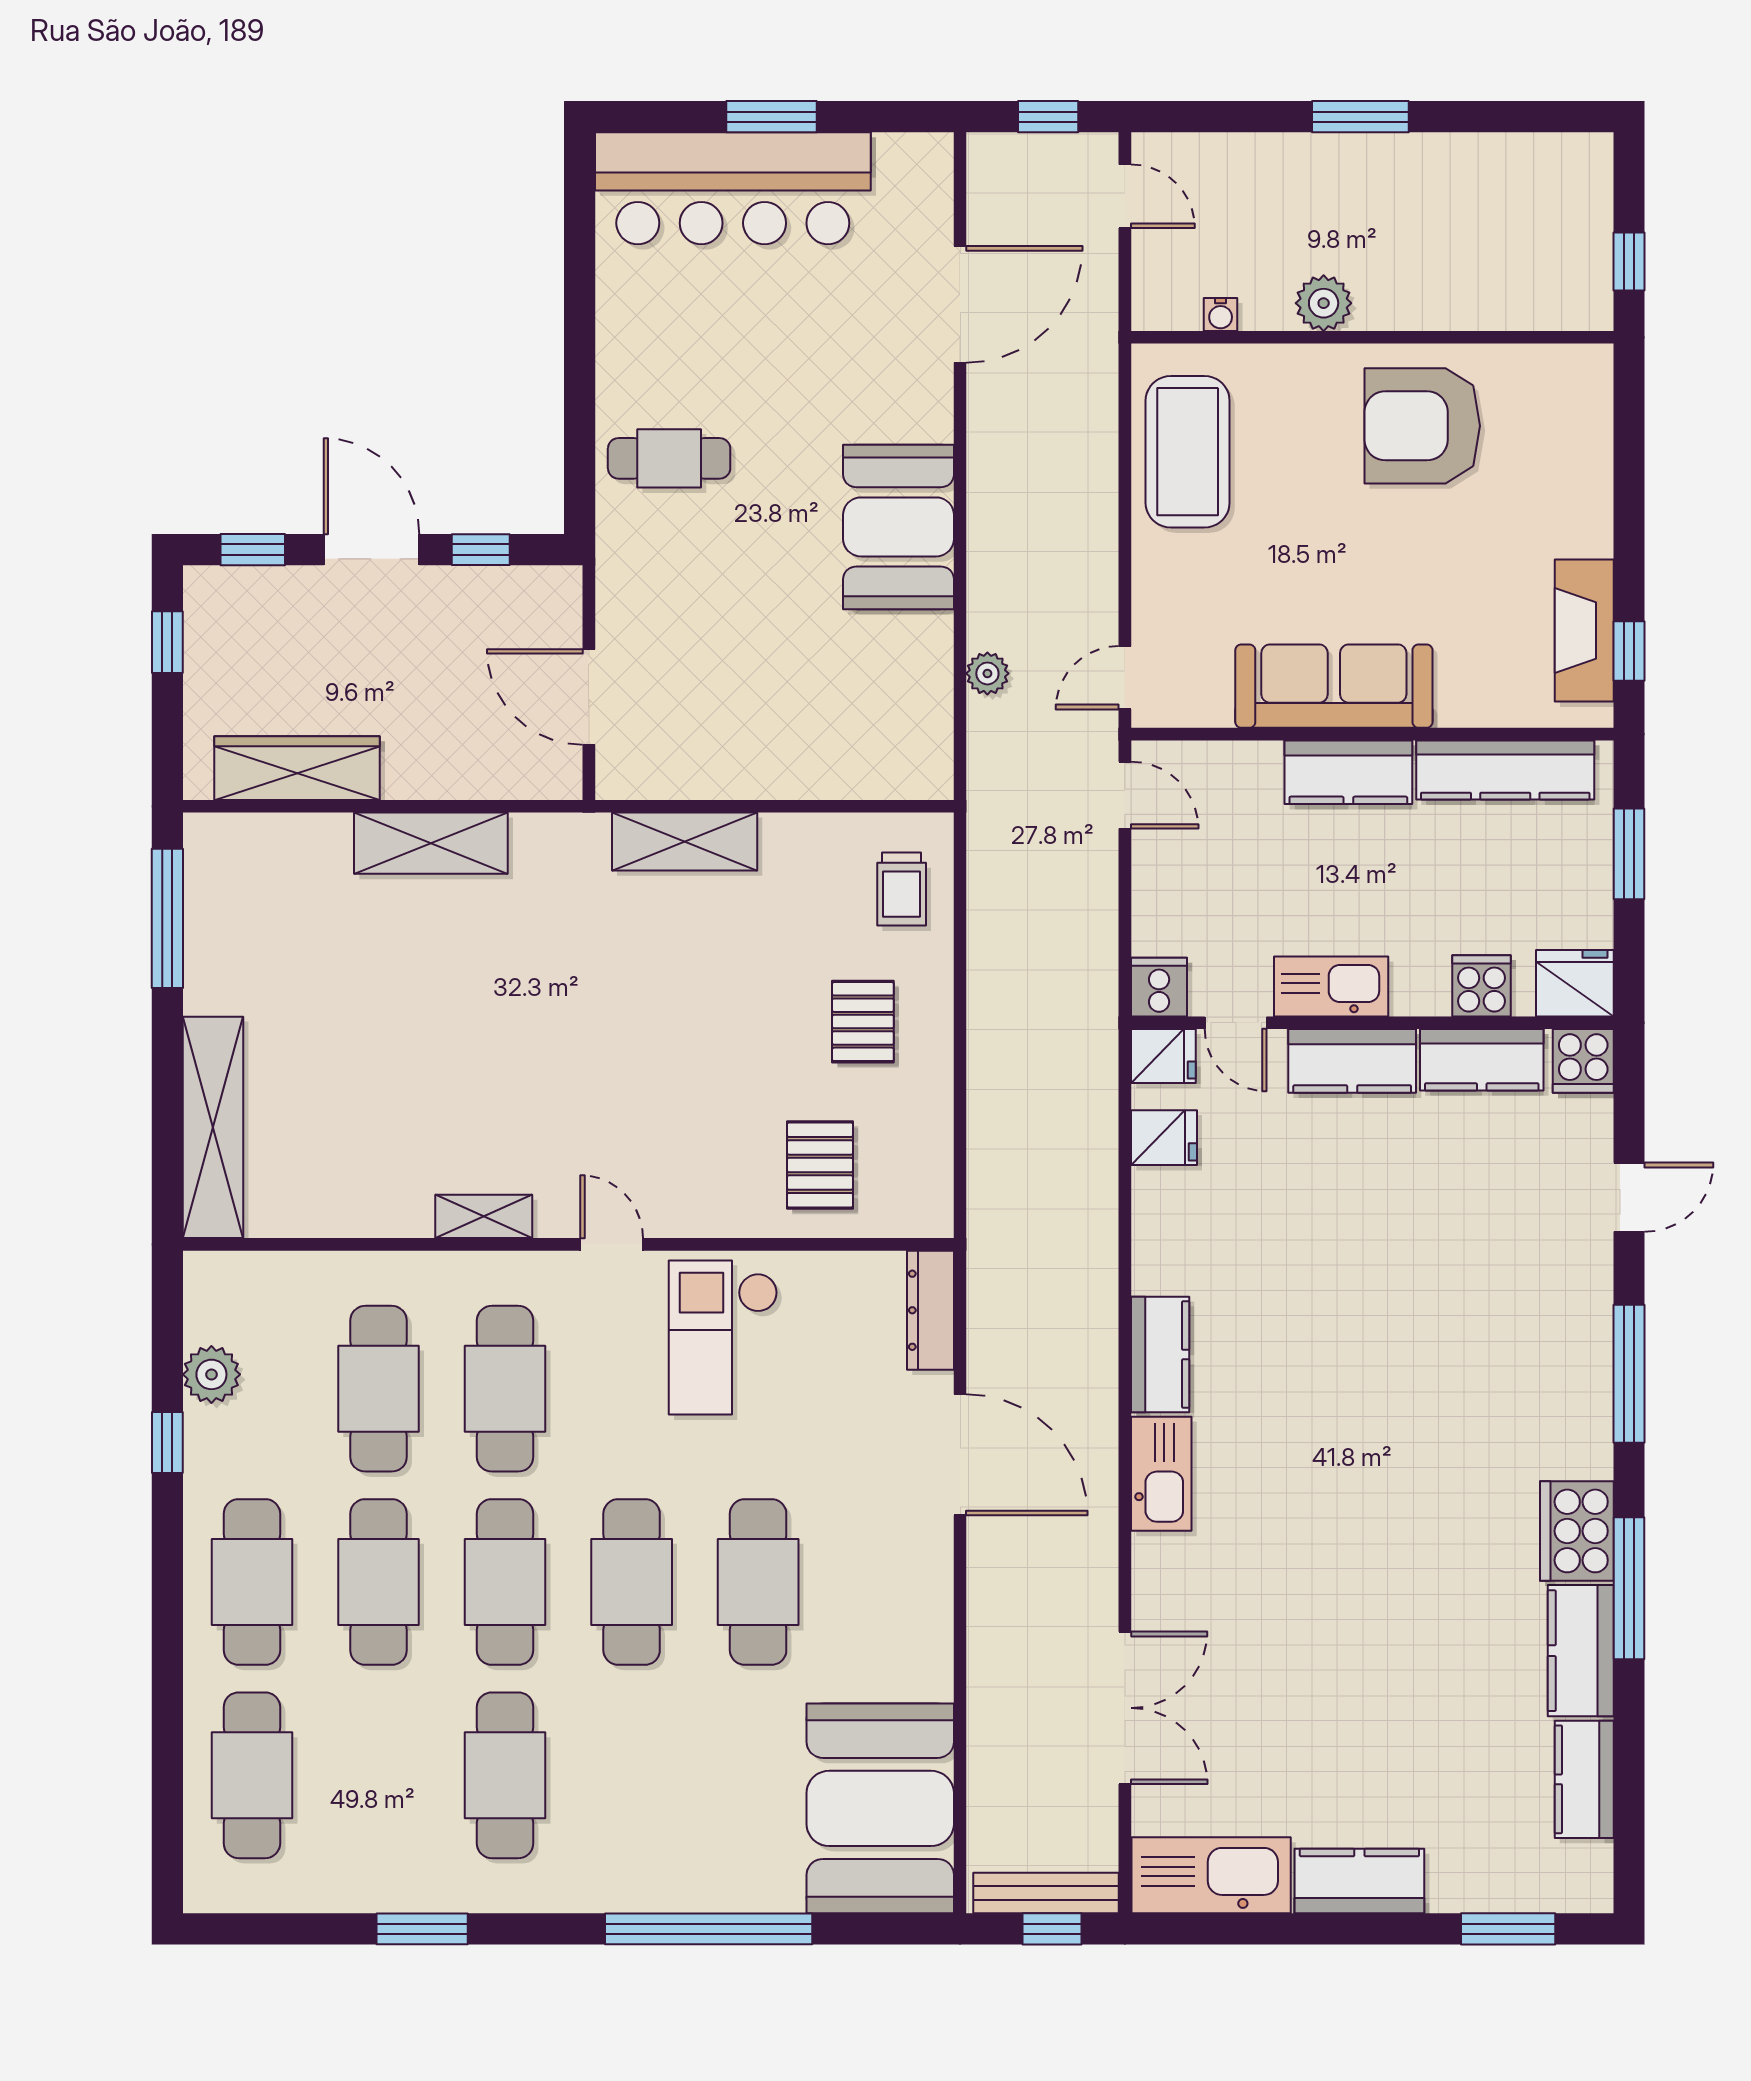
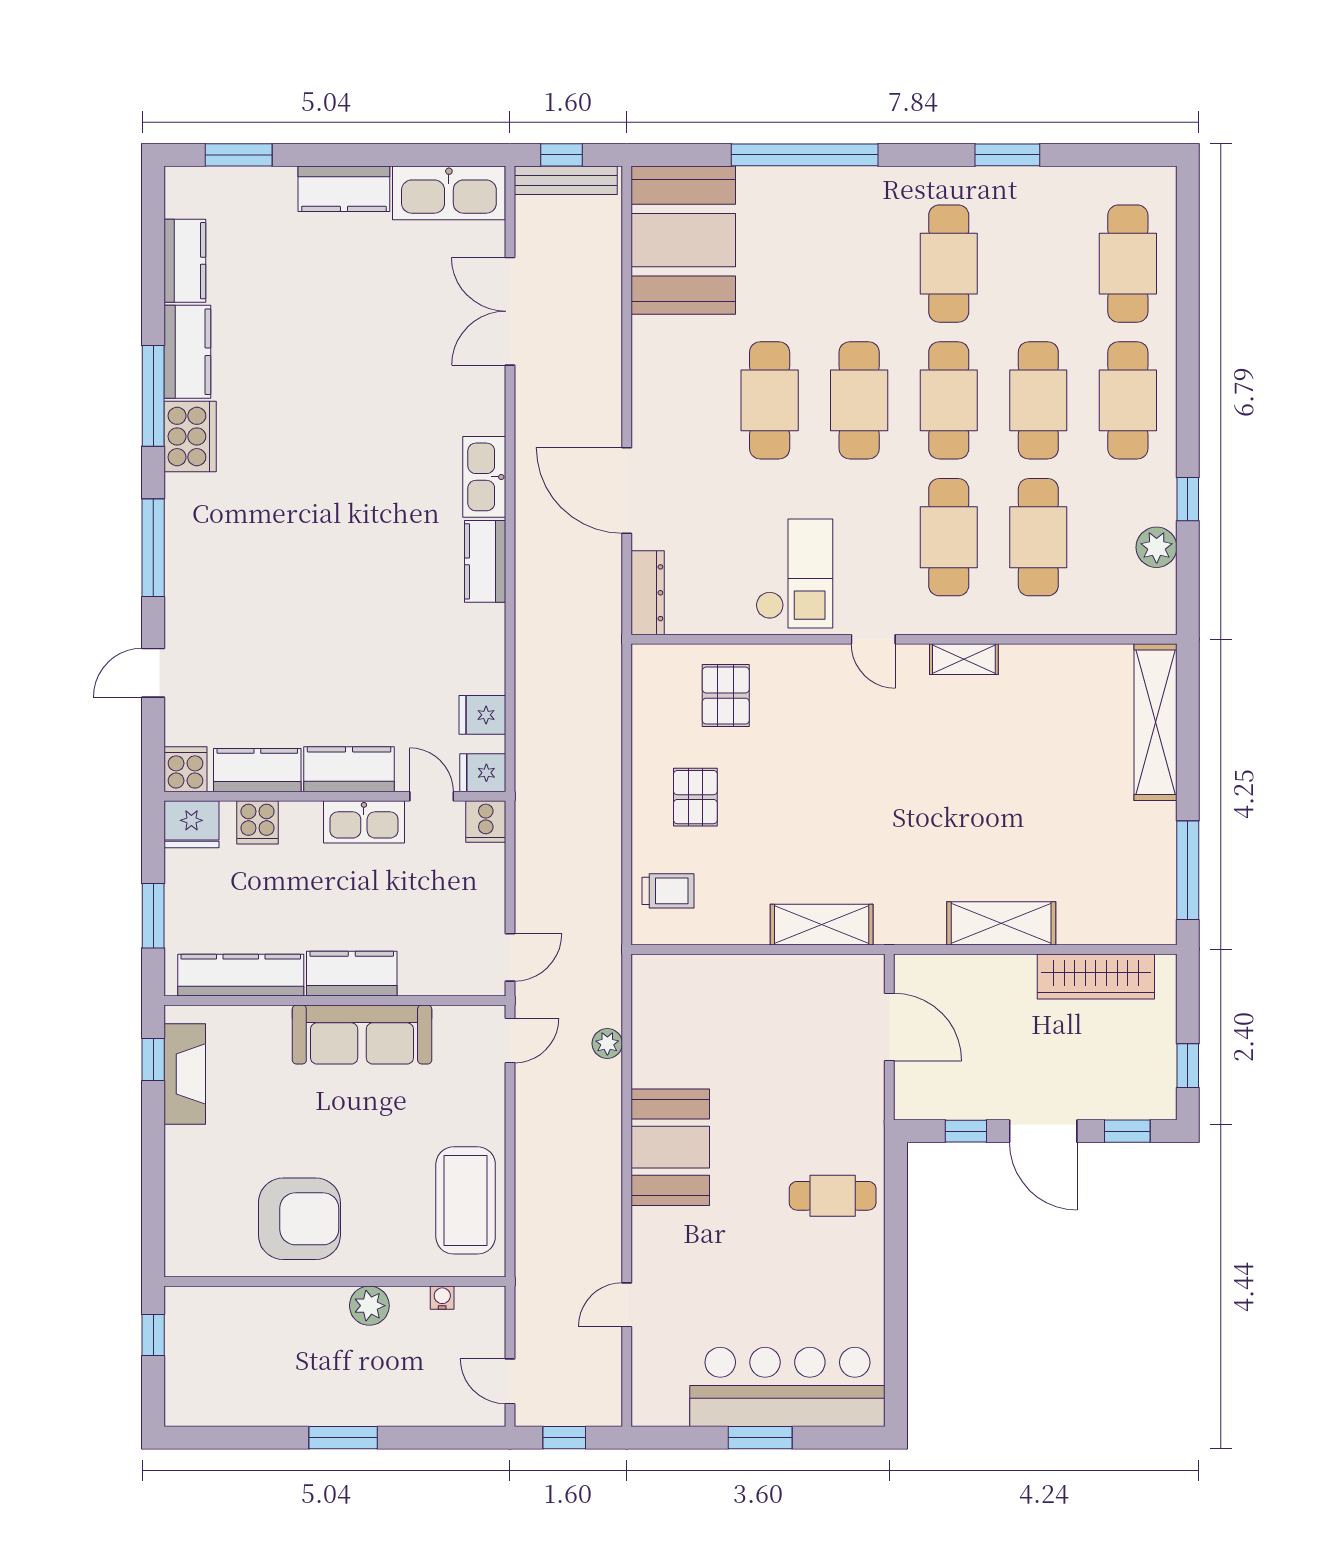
door: (960, 304) -> (627, 1305), width x0.53
door: (1125, 795) -> (510, 957), swing flipped
trolley: (902, 889) -> (668, 891), turned 90

